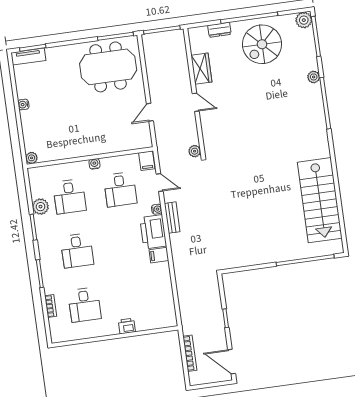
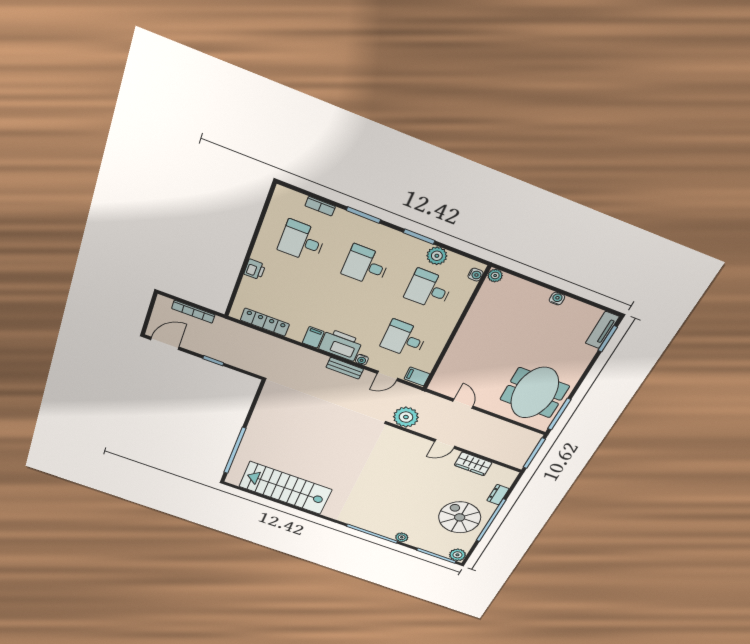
plant: (195, 151) -> (406, 417), width x1.88, depth x1.88
water cooler: (94, 164) -> (476, 275), moved
locker: (167, 297) -> (265, 322), added

